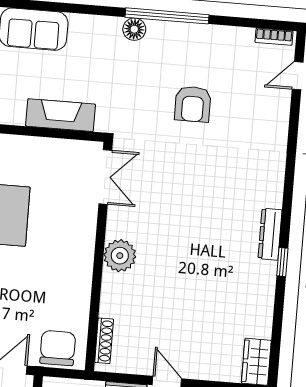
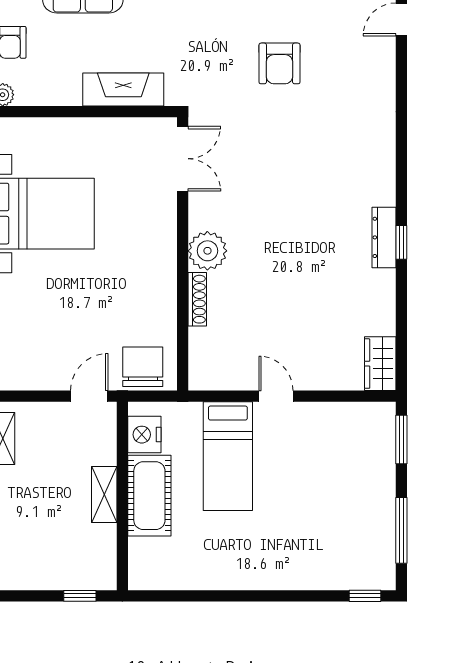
dresser: (270, 234) -> (384, 237), moved
shoe rack: (104, 341) -> (197, 299), moved

